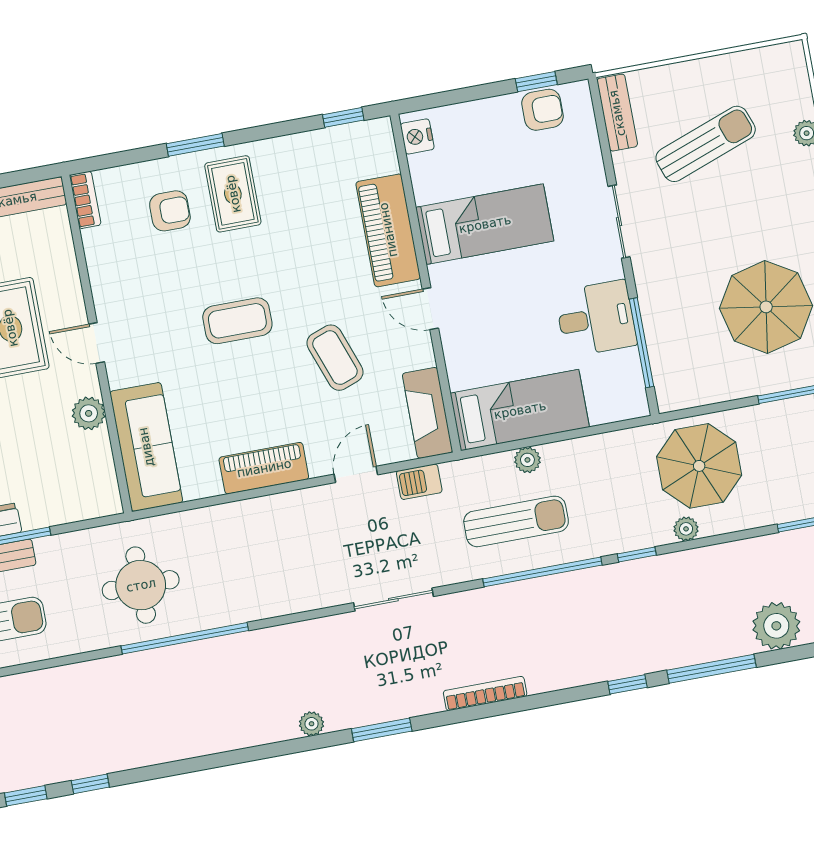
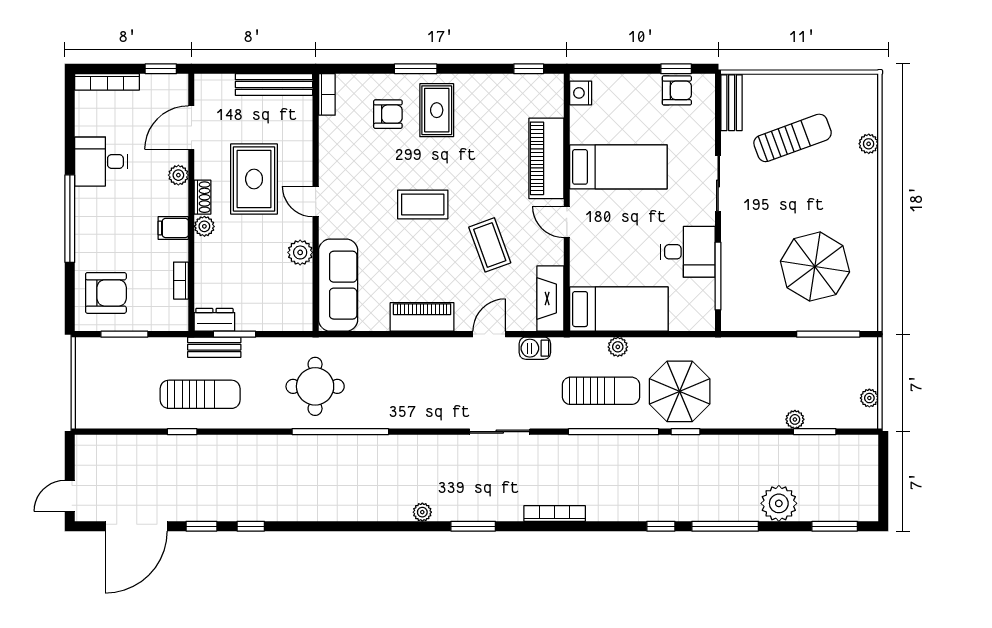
parasol: (699, 466) -> (680, 391), moved
plant: (686, 529) -> (795, 419), moved

